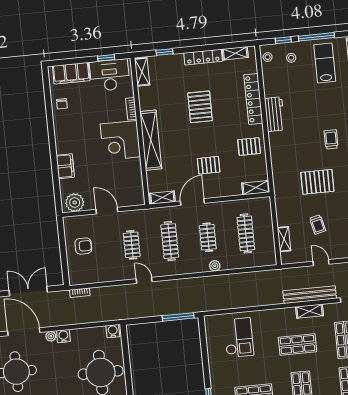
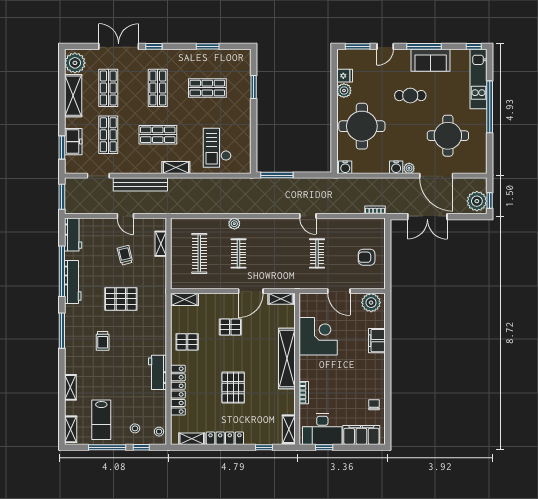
corner desk: (120, 140) -> (318, 336), moved
clothes rail: (170, 241) -> (278, 253), removed
shelving: (309, 311) -> (176, 168), moved

